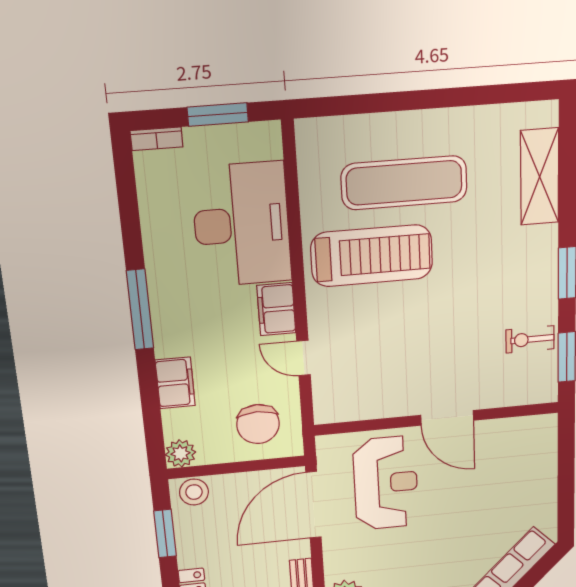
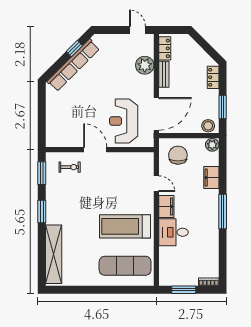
shelving: (540, 177) -> (54, 254), width x1.47
exercise mat: (404, 183) -> (125, 266), moved
desk: (242, 225) -> (174, 232), width x0.53, depth x0.77
exercise bike: (530, 339) -> (70, 167), moved

